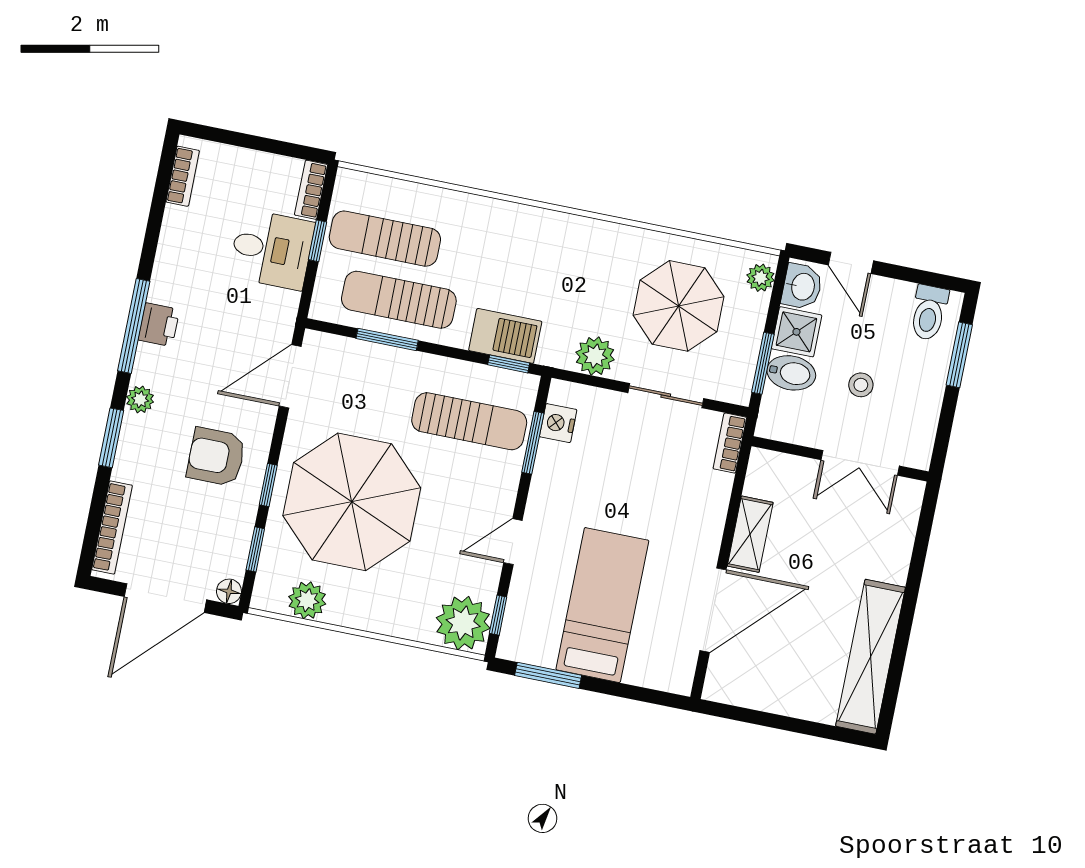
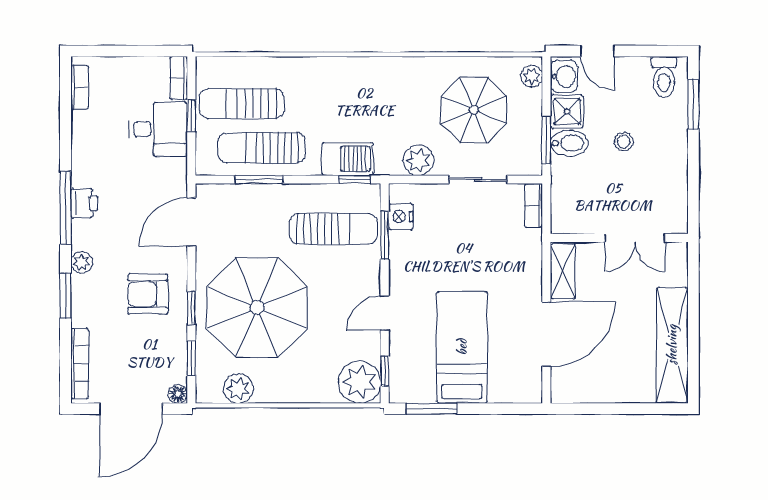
wall: (840, 459) -> (619, 238), moved
double door: (860, 463) -> (635, 238), moved

